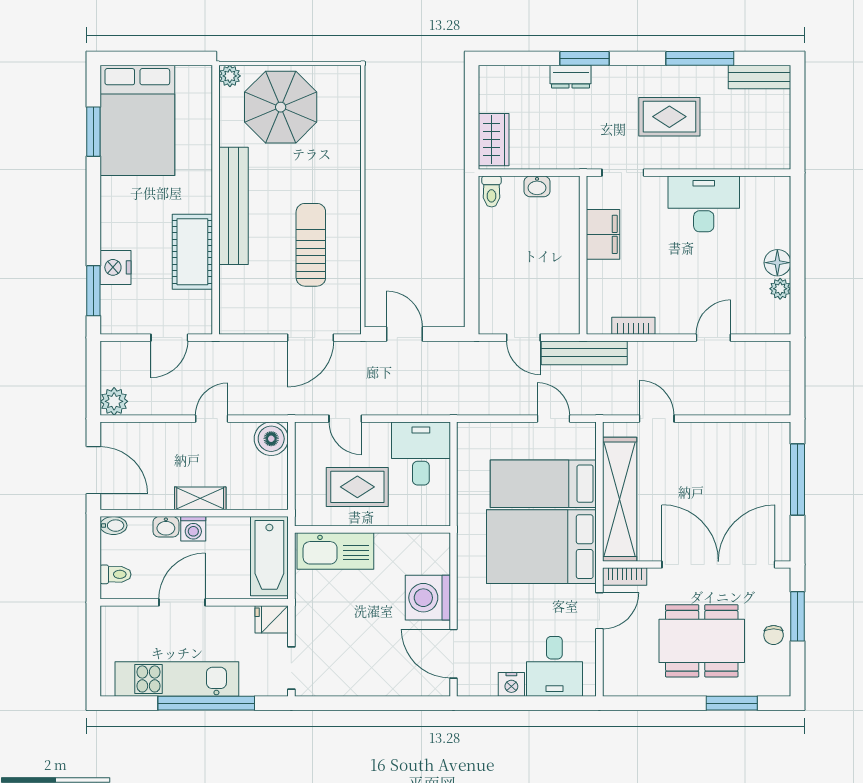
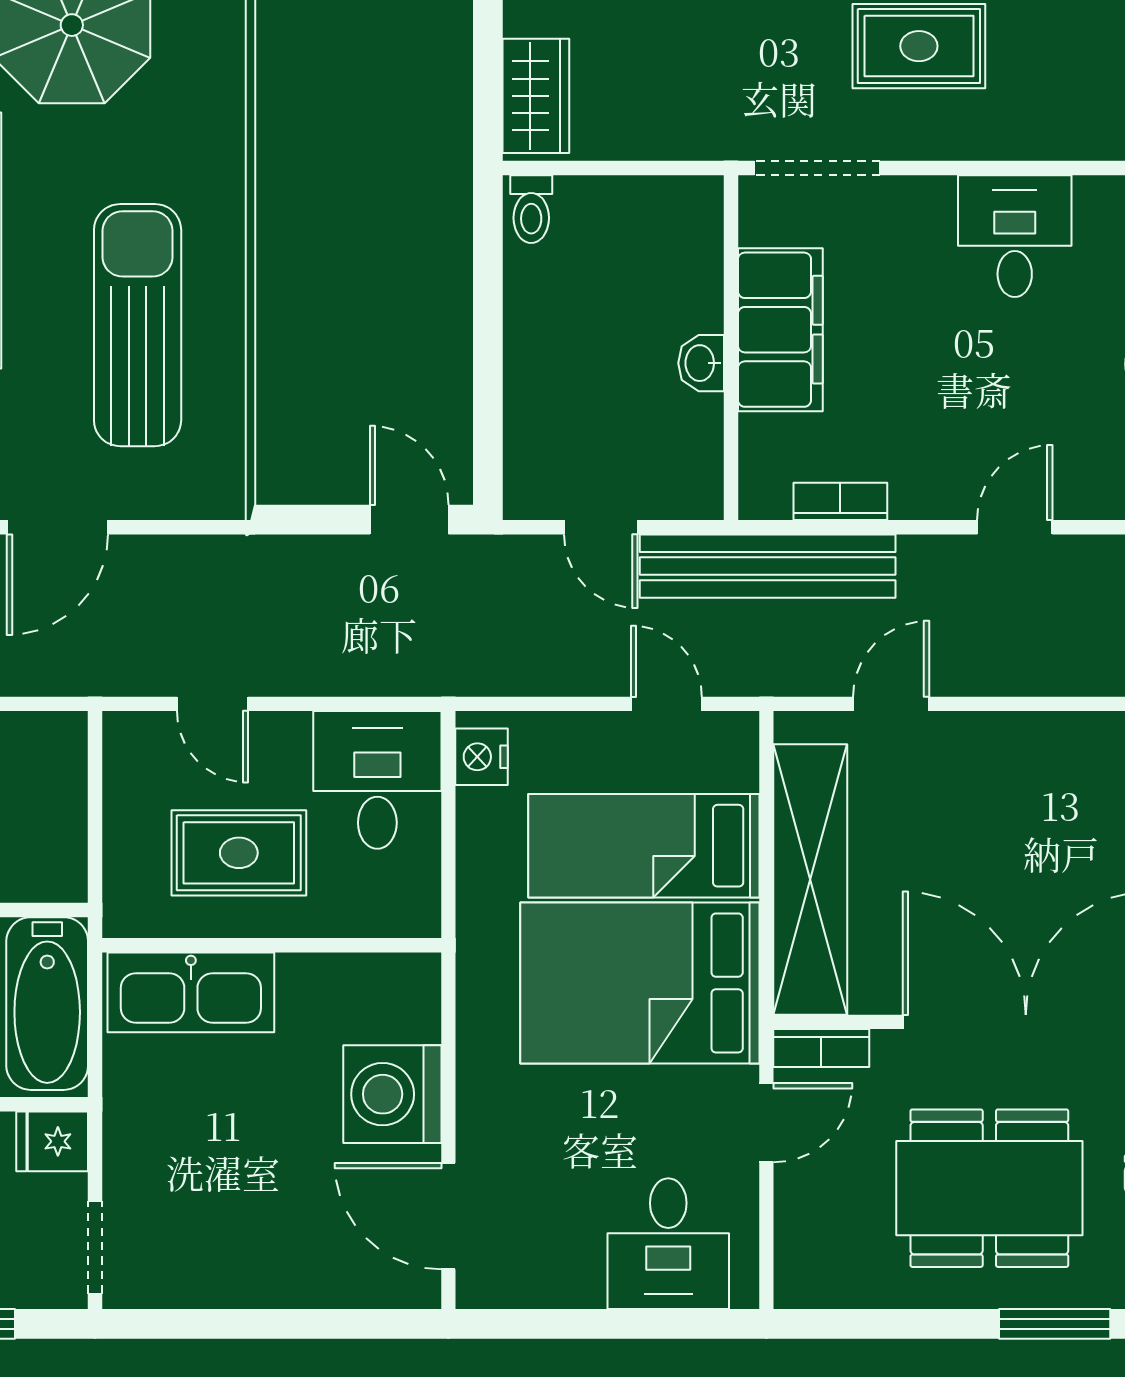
doorway: (623, 173) -> (817, 168), width x1.38
washbasin: (537, 186) -> (701, 363), moved, turned 90
desk: (704, 204) -> (1015, 236), width x0.73
filing cabinet: (603, 234) -> (780, 330), width x1.50, depth x1.17
sun lounger: (311, 245) -> (138, 325), width x1.36, depth x1.34
door: (404, 334) -> (409, 520), moved
door: (311, 338) -> (57, 527), moved
bench: (584, 353) -> (768, 566), width x1.37, depth x1.21
door: (657, 419) -> (891, 704), hinge flipped
boiler: (271, 439) -> (51, 748), removed
nightstand: (511, 684) -> (482, 757), moved, turned 90

